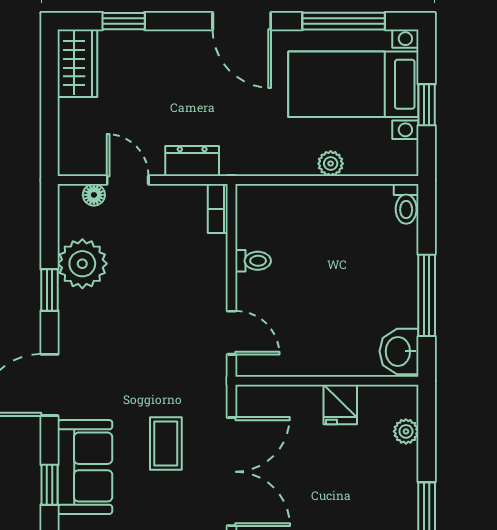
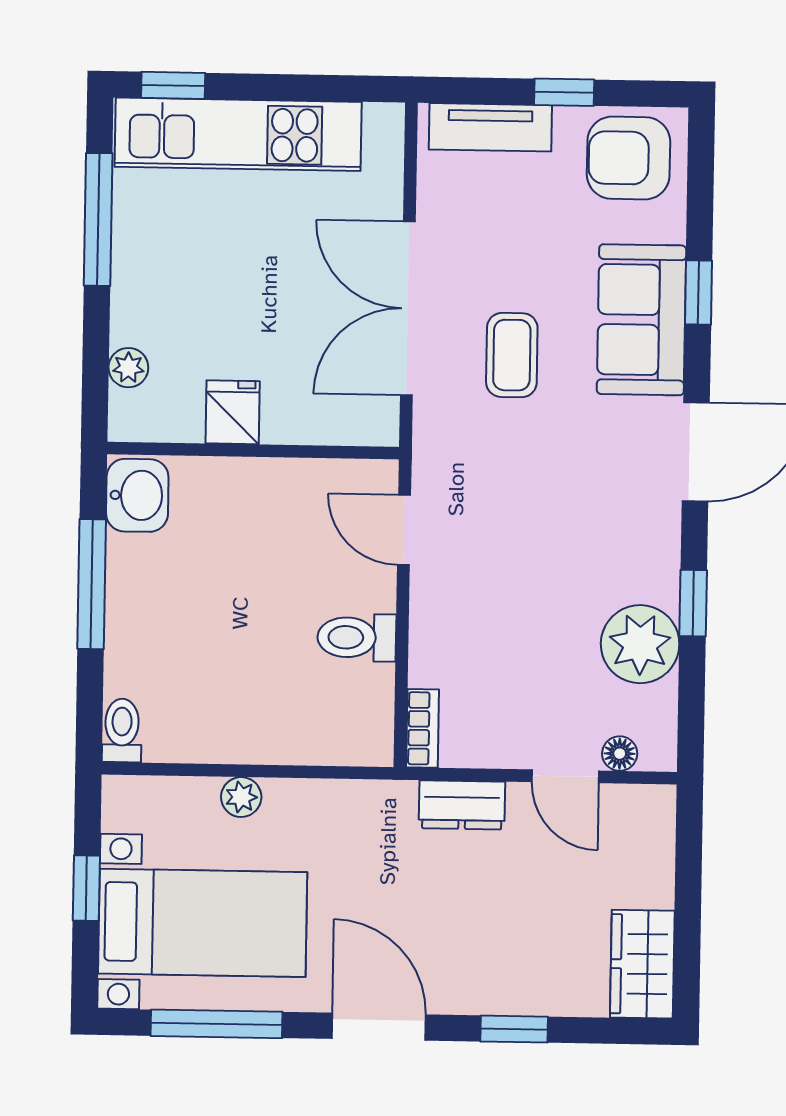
window: (124, 21) -> (514, 1029), moved
toilet: (253, 261) -> (357, 637), width x1.37, depth x1.39

